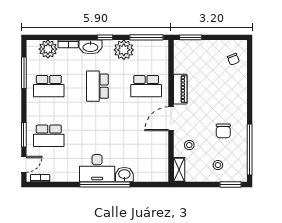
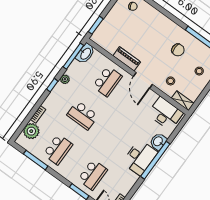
washbasin: (90, 47) -> (85, 54), moved
plant: (124, 50) -> (65, 79), width x0.53, depth x0.53
desk: (155, 162) -> (165, 114), added

